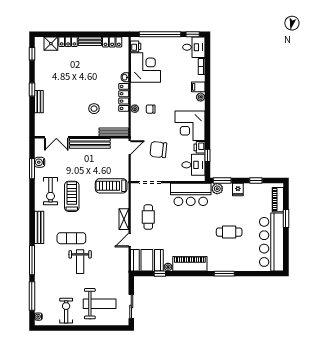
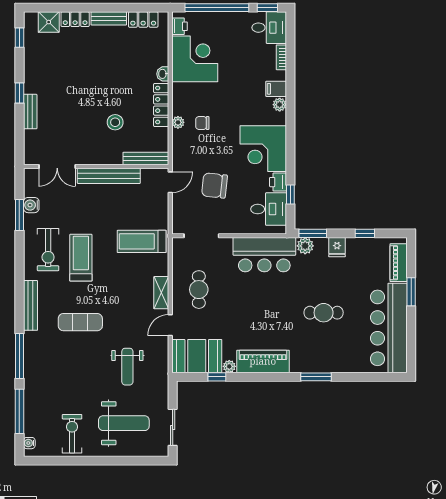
weight bench: (80, 262) -> (127, 367), moved

